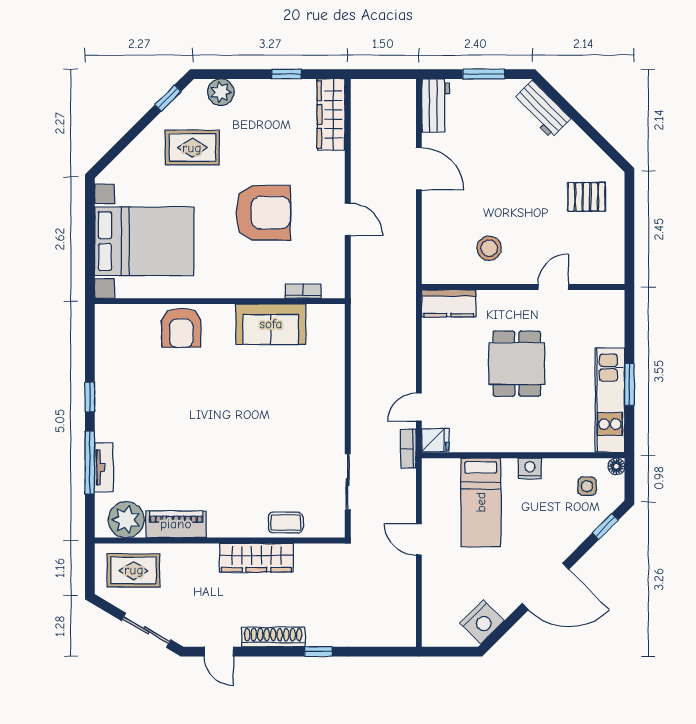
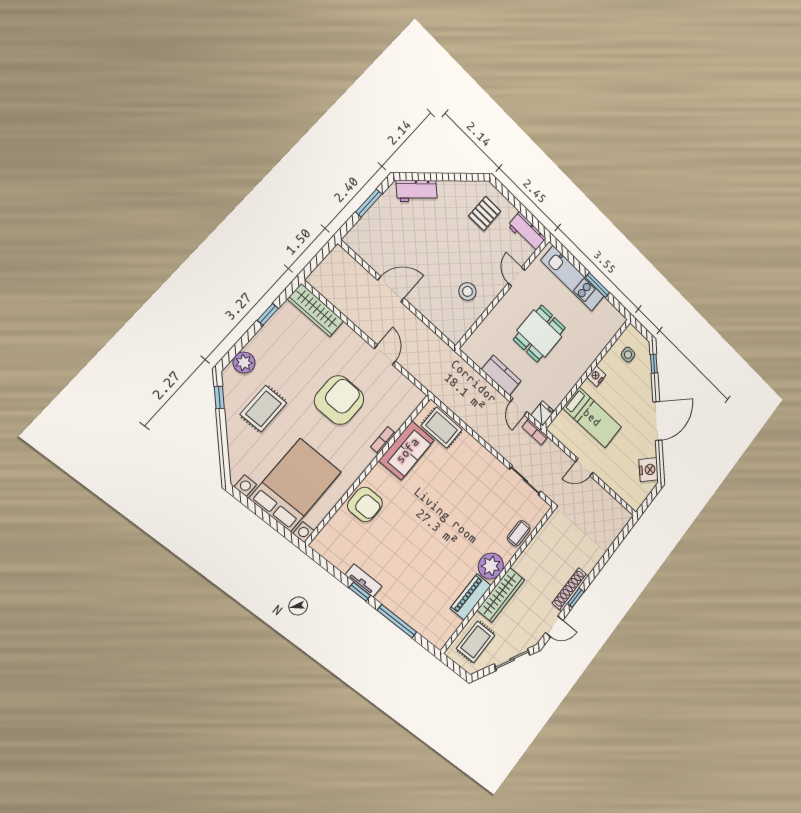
workbench: (435, 106) -> (527, 232), moved, turned 180
door: (348, 219) -> (385, 355), hinge flipped
bookcase: (303, 291) -> (383, 440), moved
kitchen counter: (449, 303) -> (501, 375), moved, turned -90
rug: (325, 341) -> (442, 428), added
dining table: (517, 364) -> (539, 333), turned 90
kitchen unit: (610, 400) -> (573, 278), moved
floor lamp: (616, 466) -> (631, 330), removed
tv unit: (104, 467) -> (364, 581), moved
plant: (126, 520) -> (491, 566), moved
wardrobe: (256, 558) -> (501, 595), moved
window: (318, 652) -> (576, 598), moved

